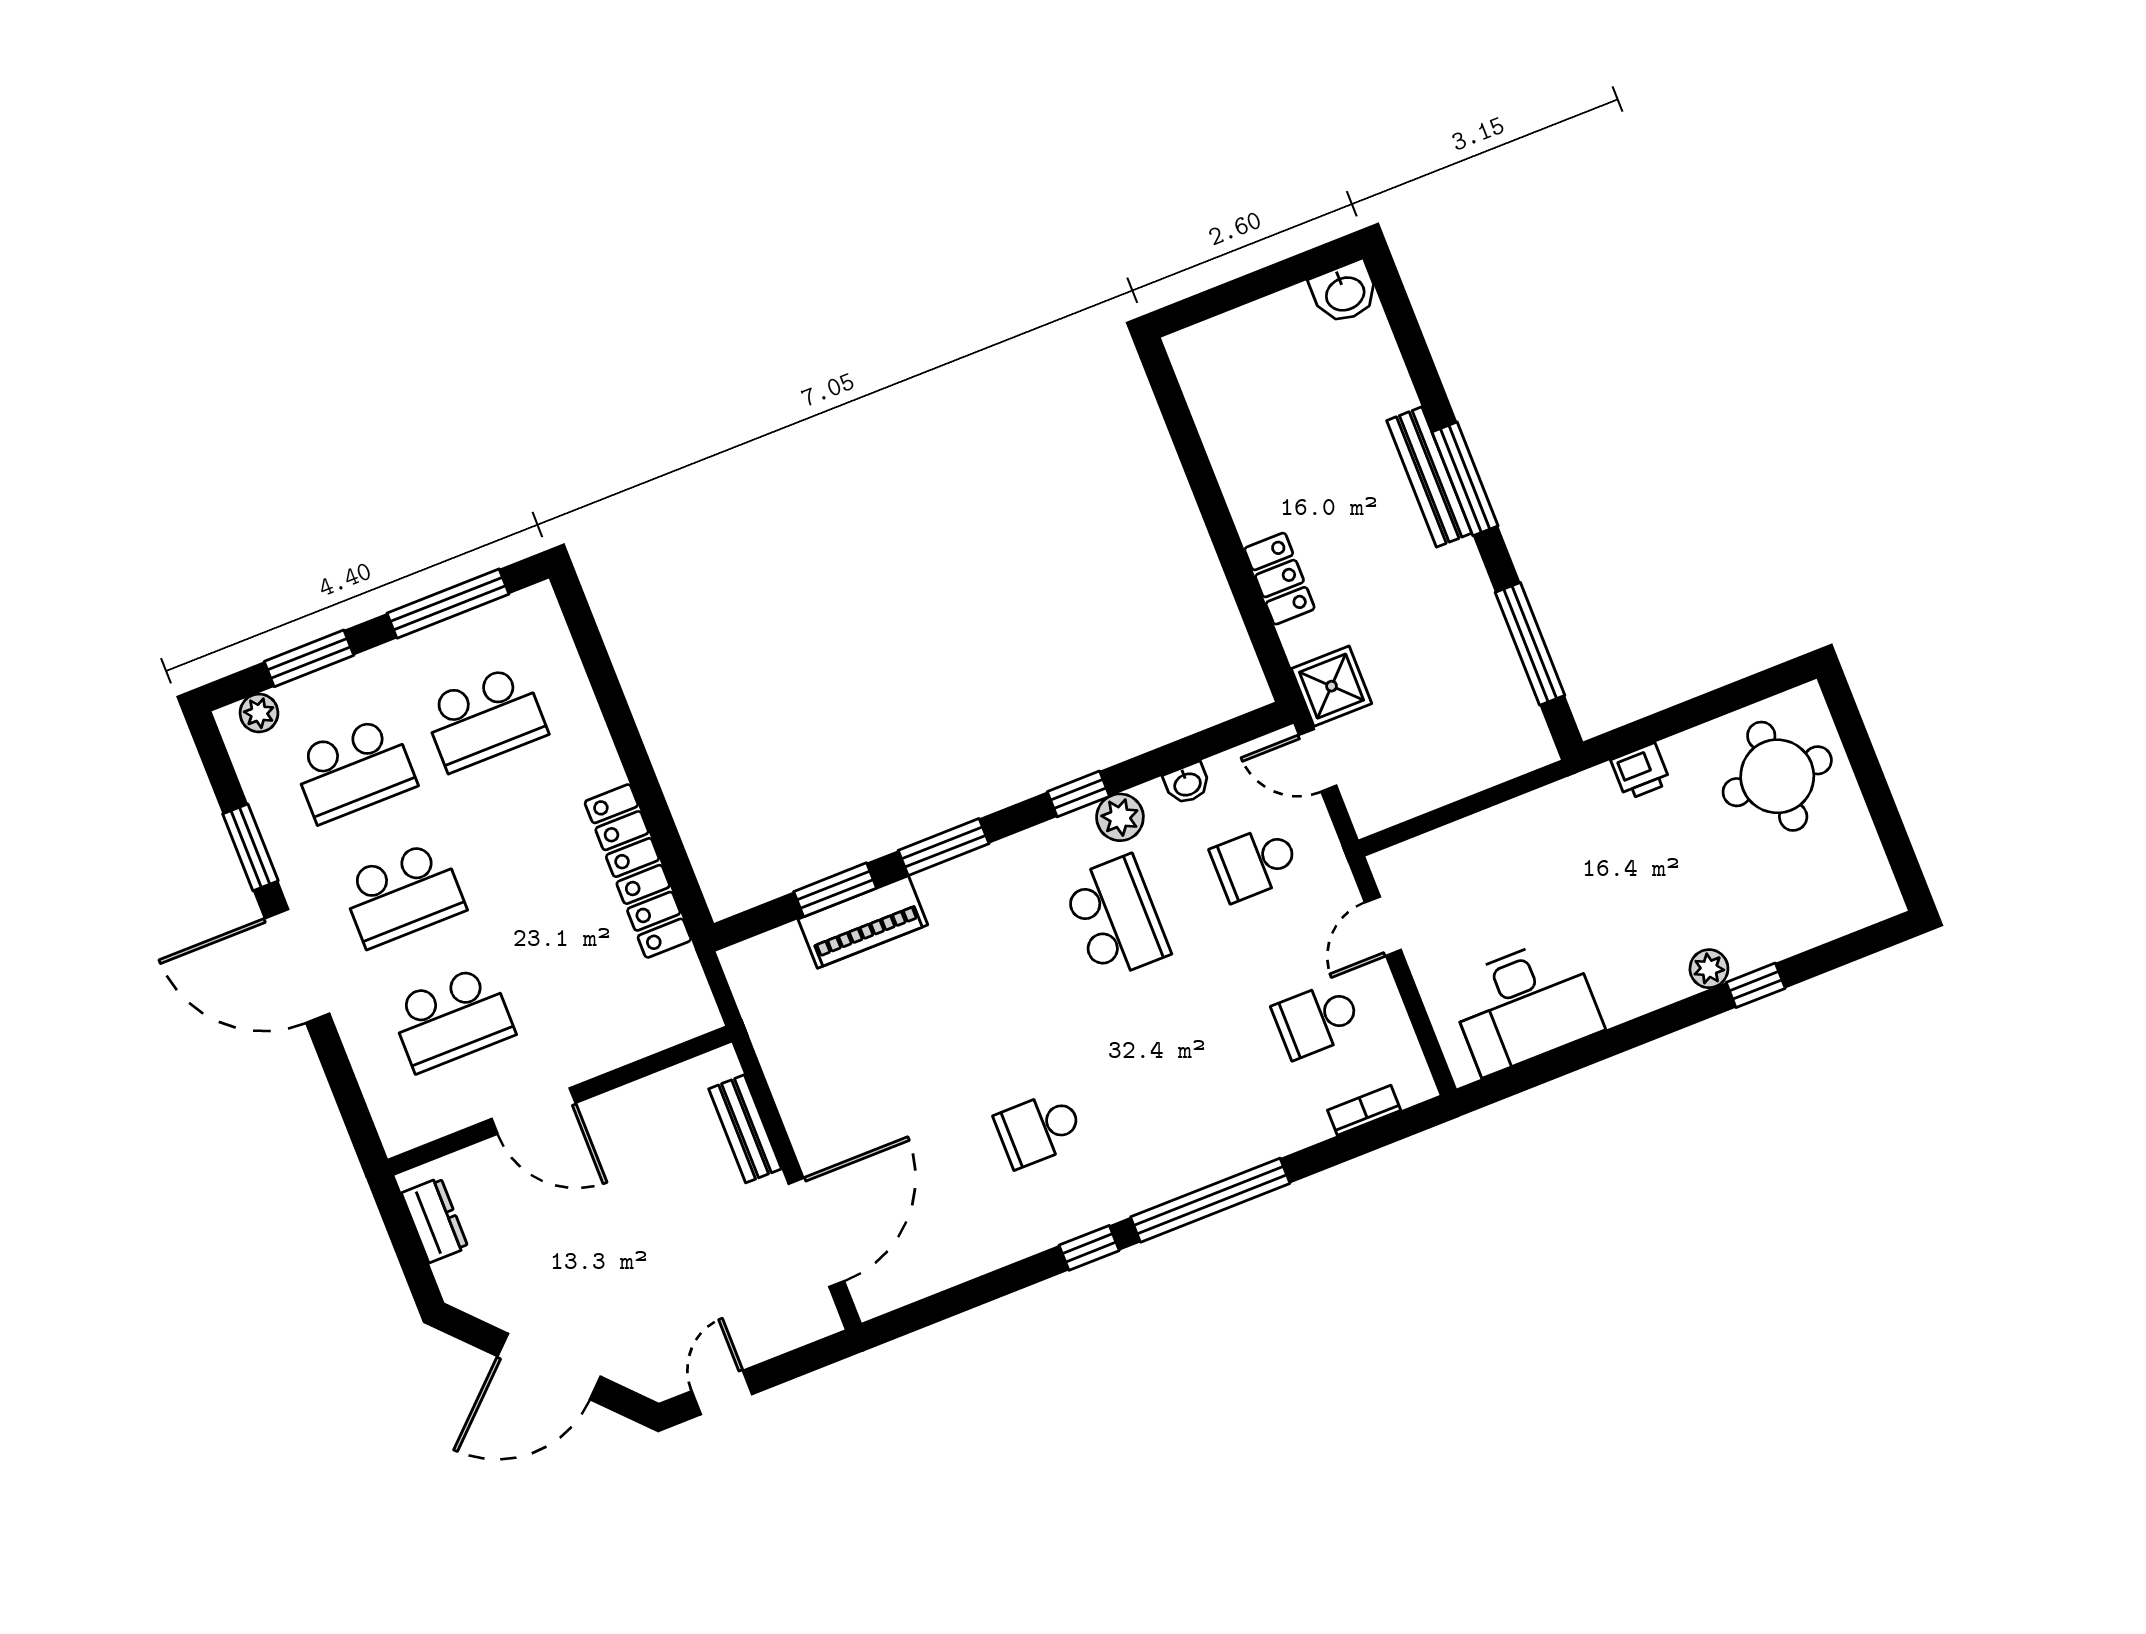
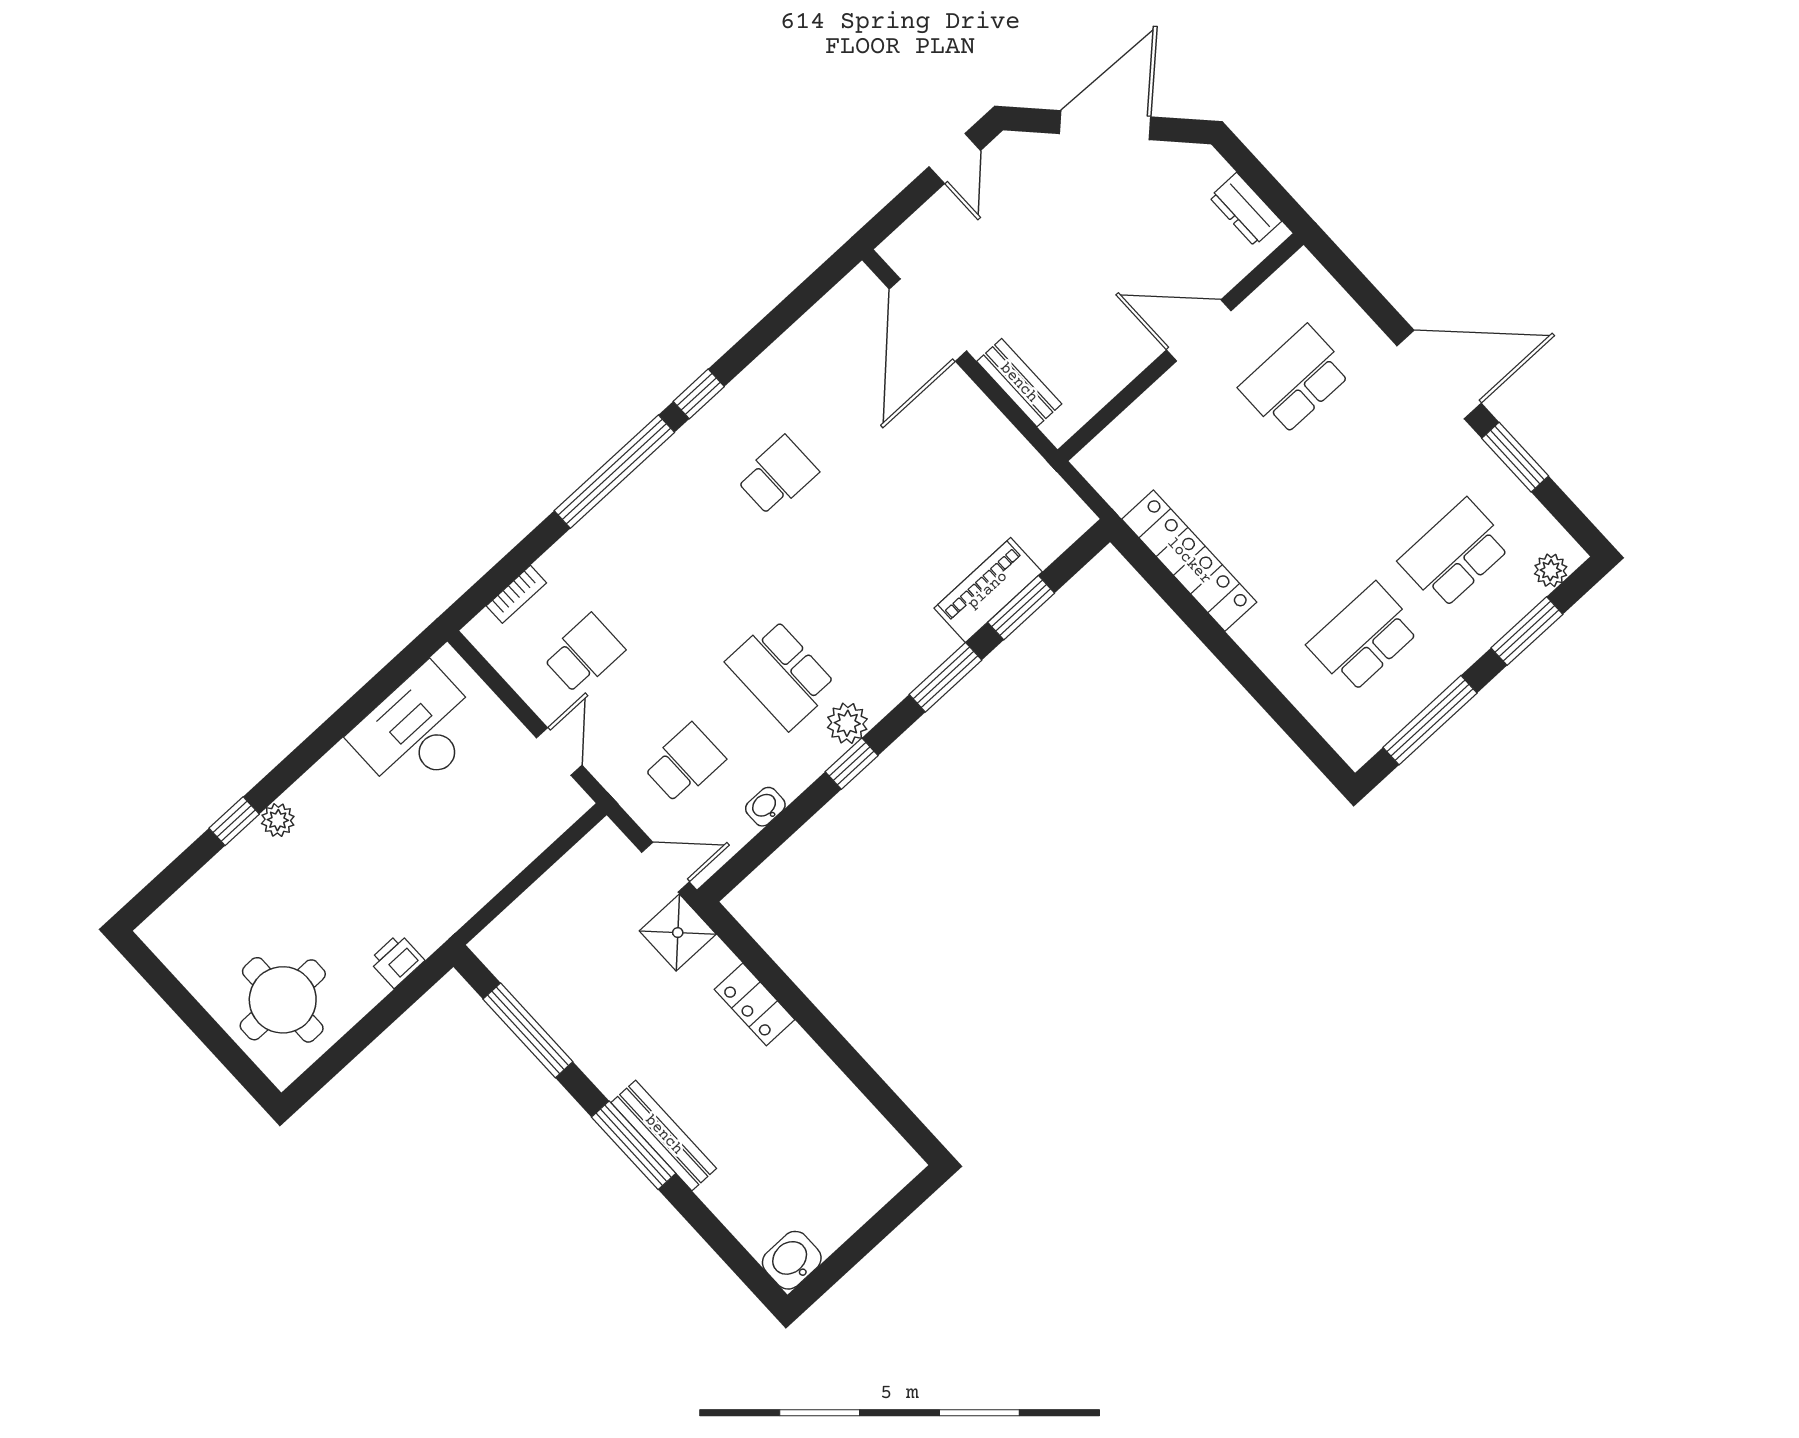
plant: (1120, 817) -> (847, 723), moved
school desk: (403, 894) -> (1375, 467), removed

